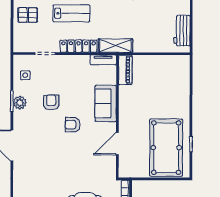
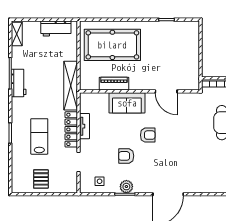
shelving: (115, 46) -> (71, 86), width x1.47
tv unit: (103, 60) -> (85, 126), moved
piano: (125, 70) -> (114, 84), moved
armchair: (73, 125) -> (148, 135), turned -90
pool table: (166, 148) -> (112, 45), moved

